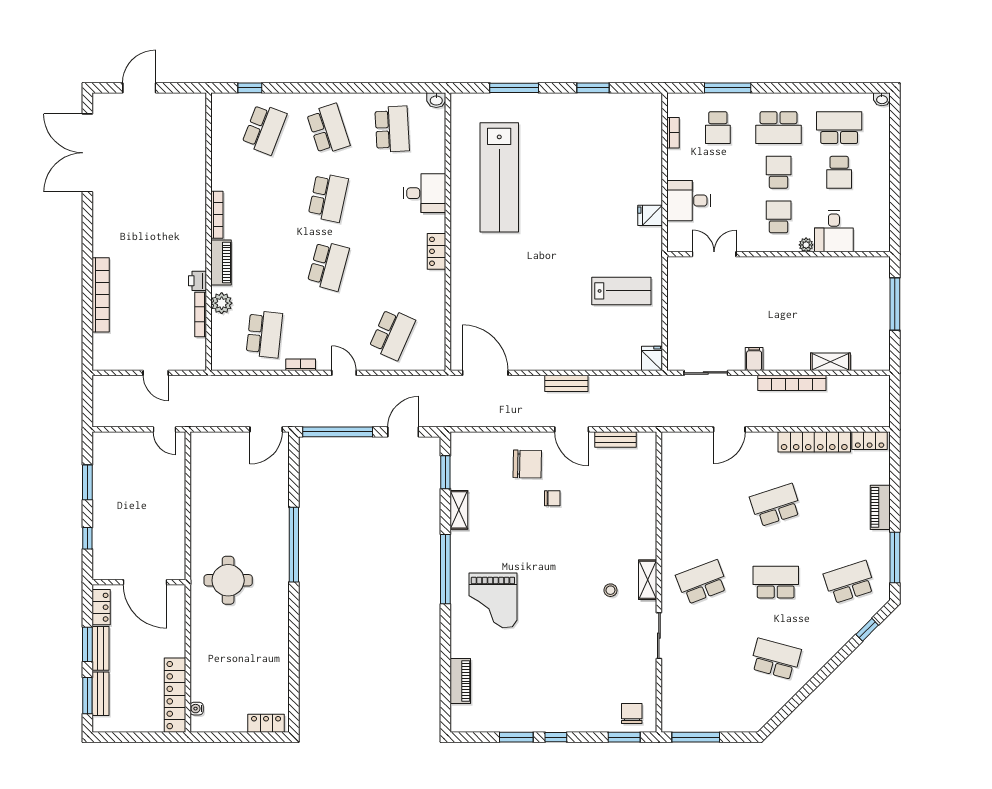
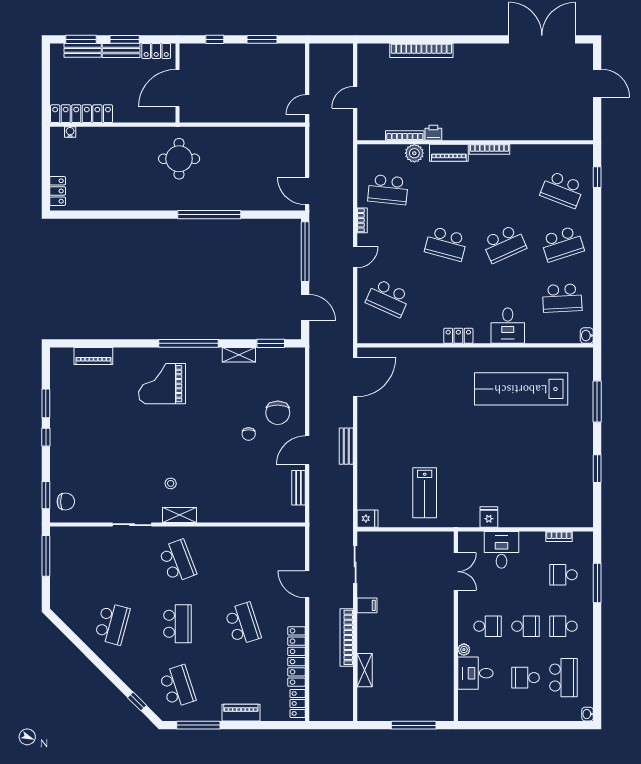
school desk: (779, 128) -> (563, 626), width x0.54
school desk: (328, 197) -> (504, 244), turned -36

